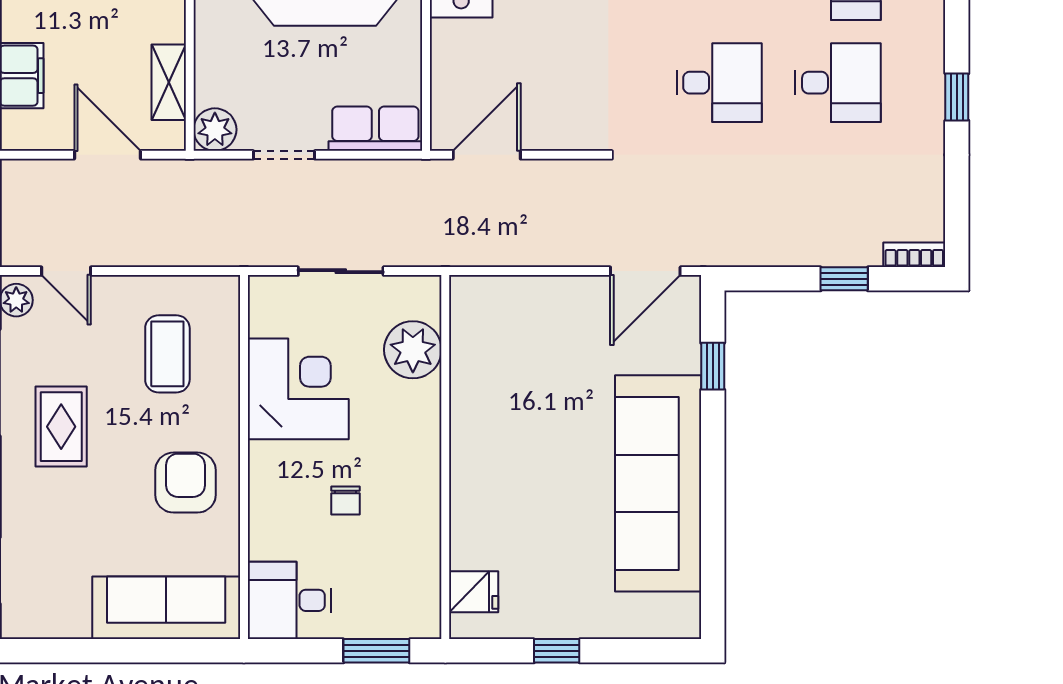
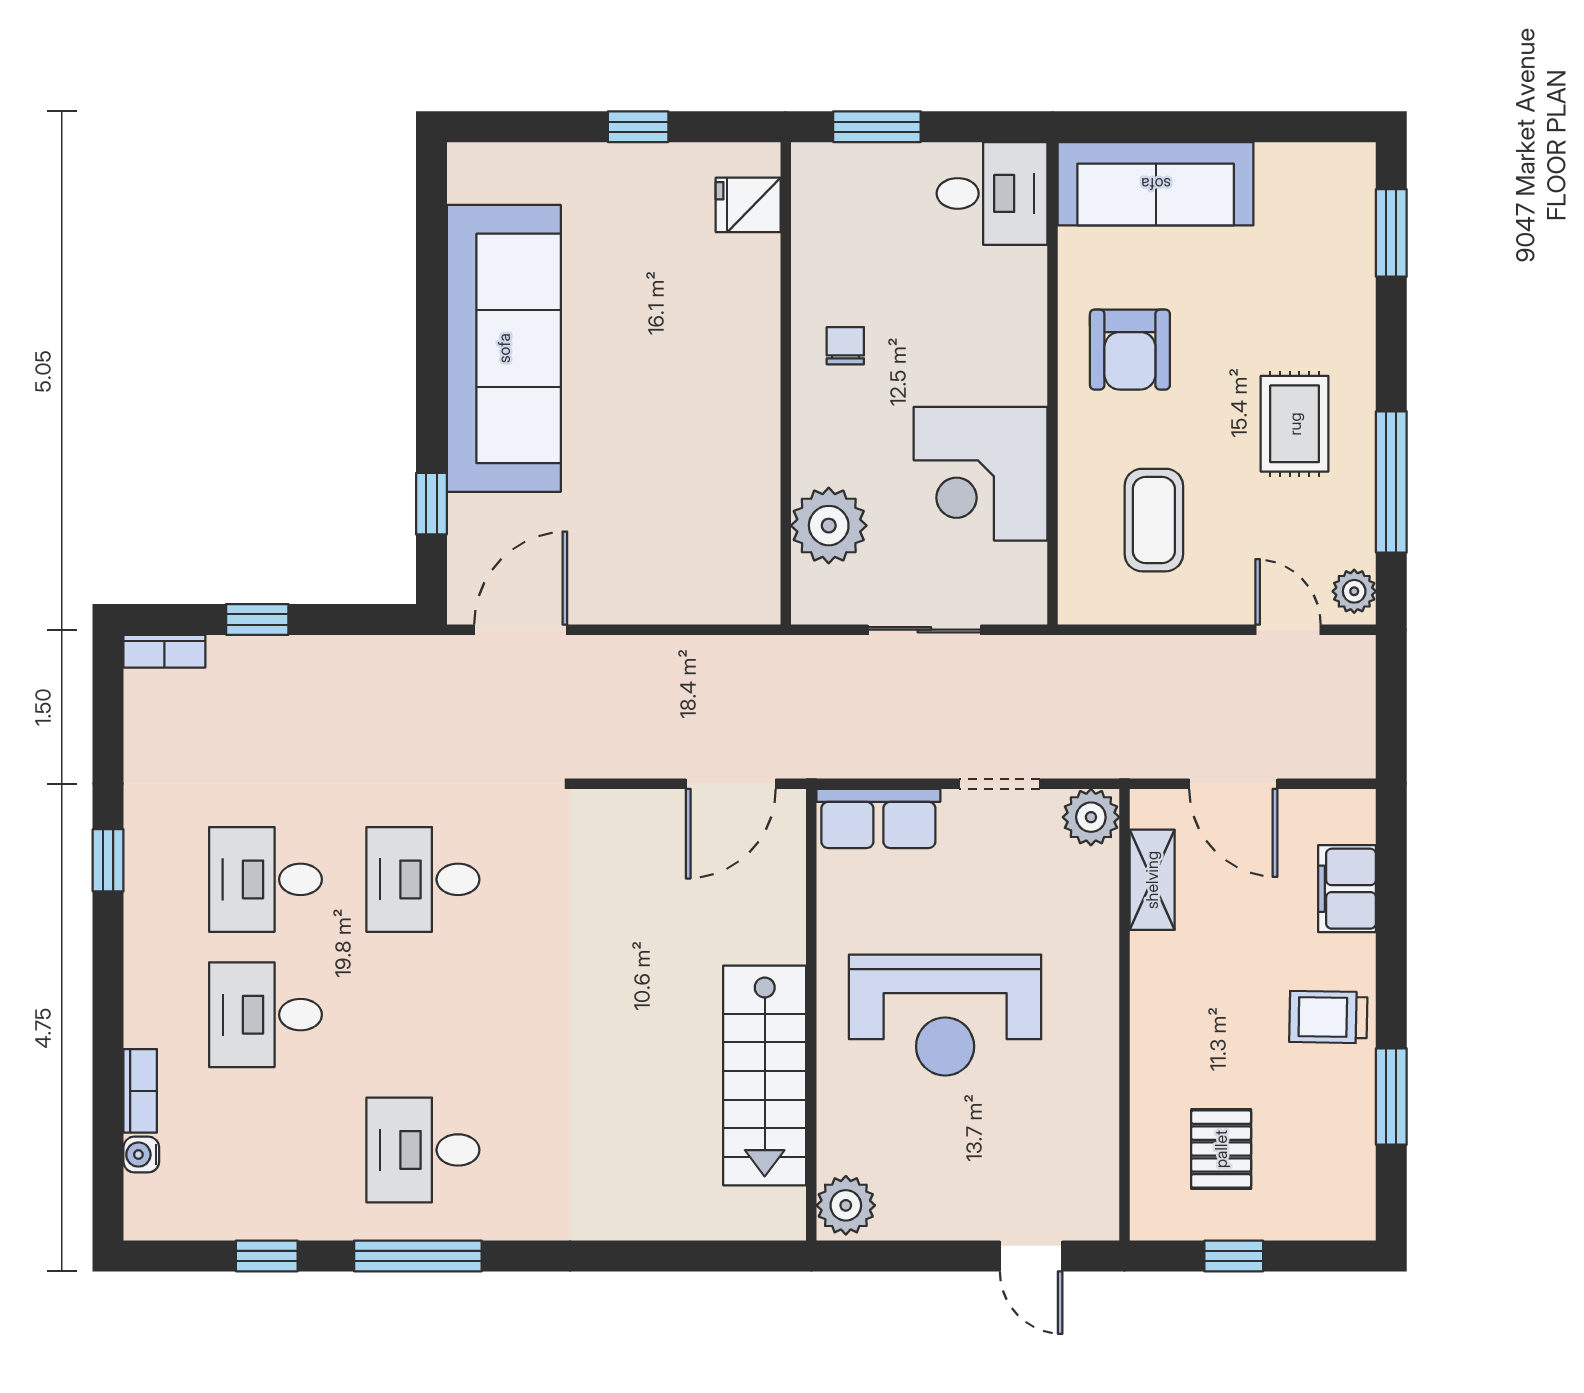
chair: (345, 501) -> (845, 346), moved

